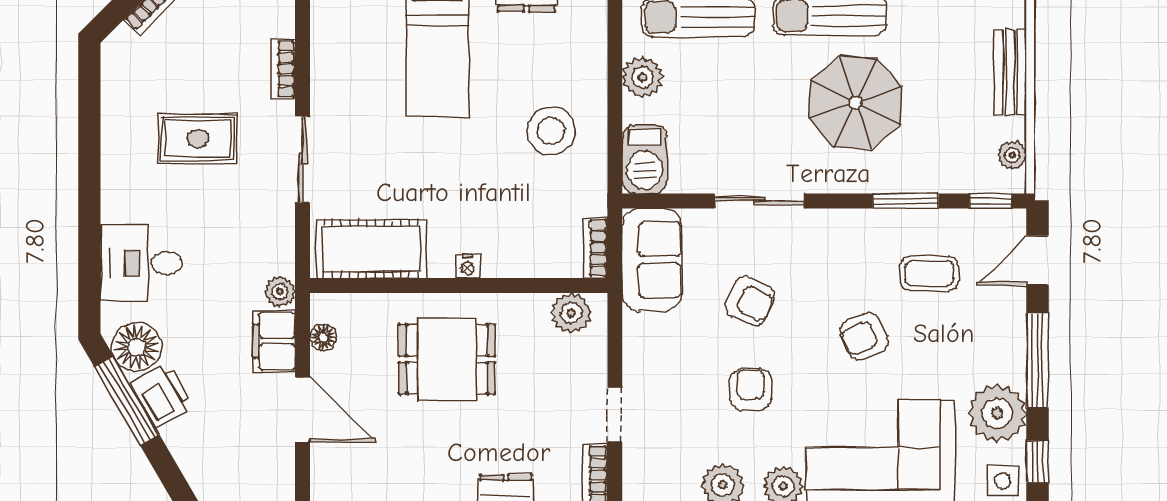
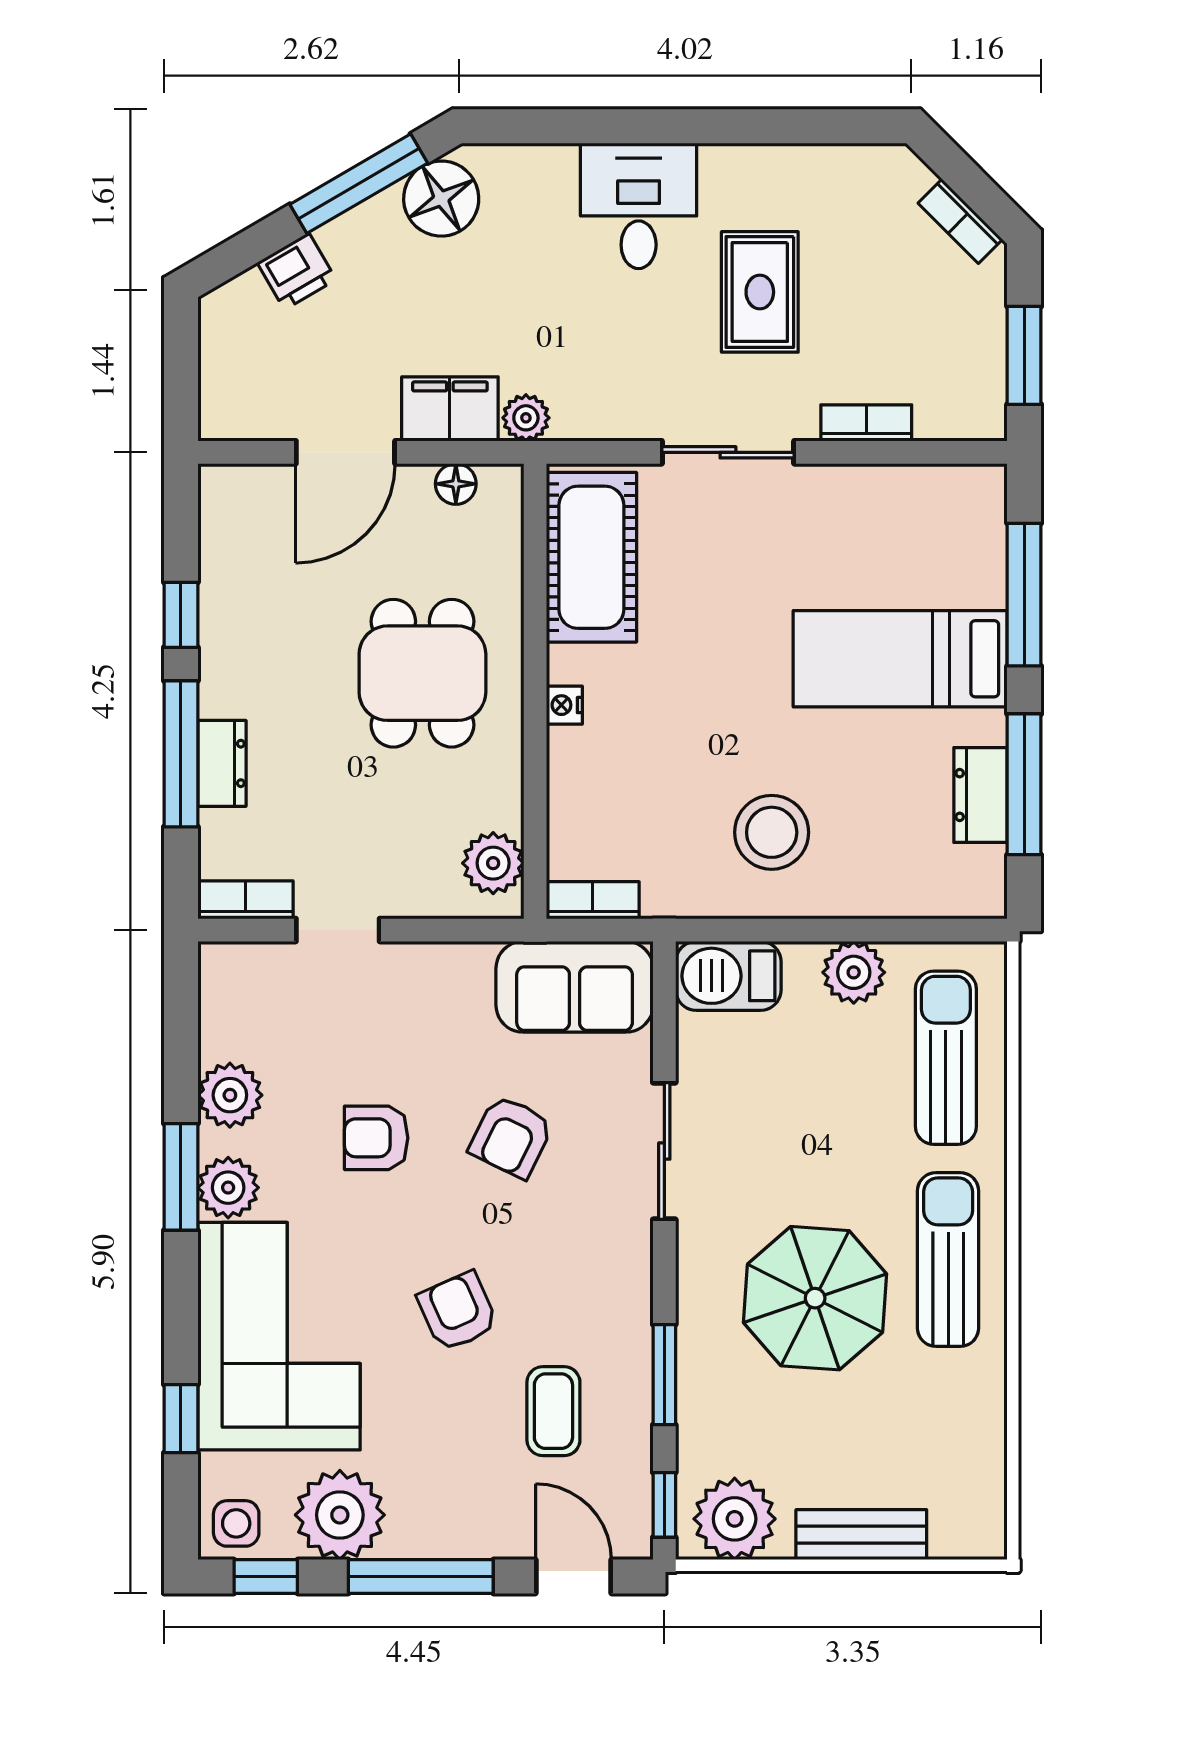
plant: (1012, 155) -> (735, 1519), width x1.88, depth x1.88
desk: (141, 263) -> (639, 206), moved
armchair: (751, 389) -> (376, 1138), turned 180
printer: (162, 395) -> (297, 271), moved, width x0.73, depth x0.81

